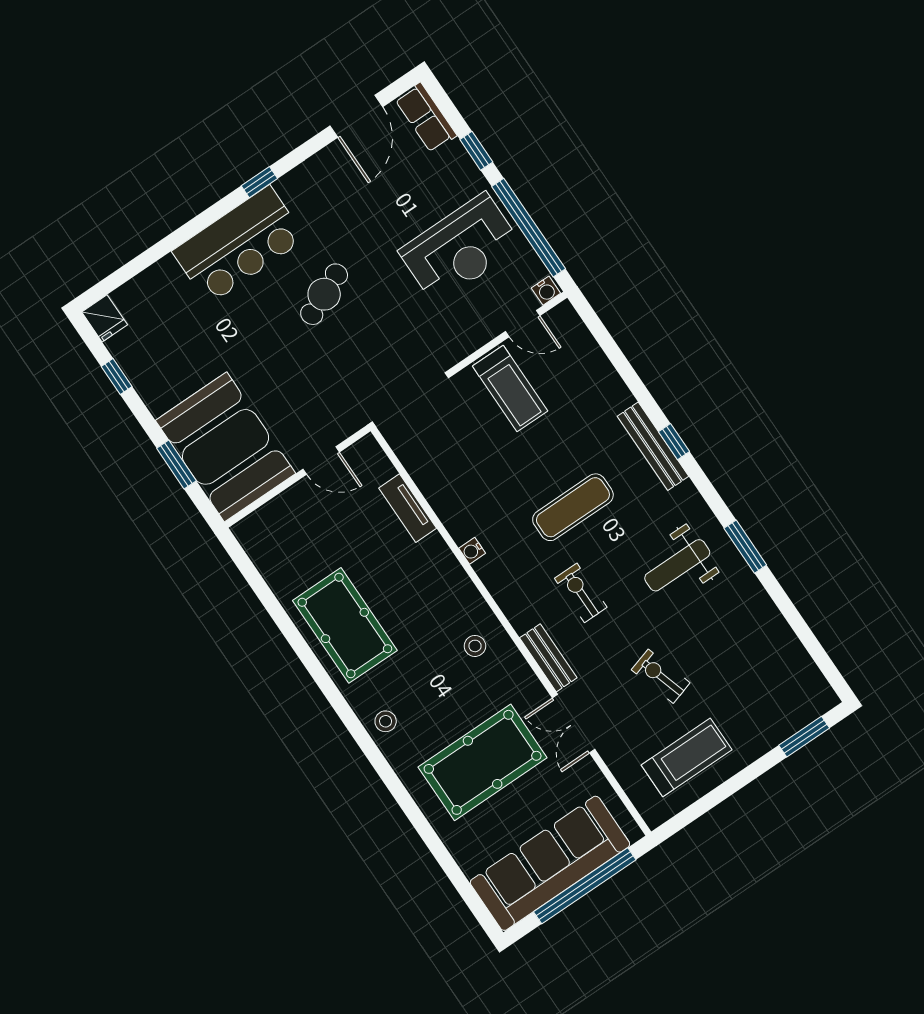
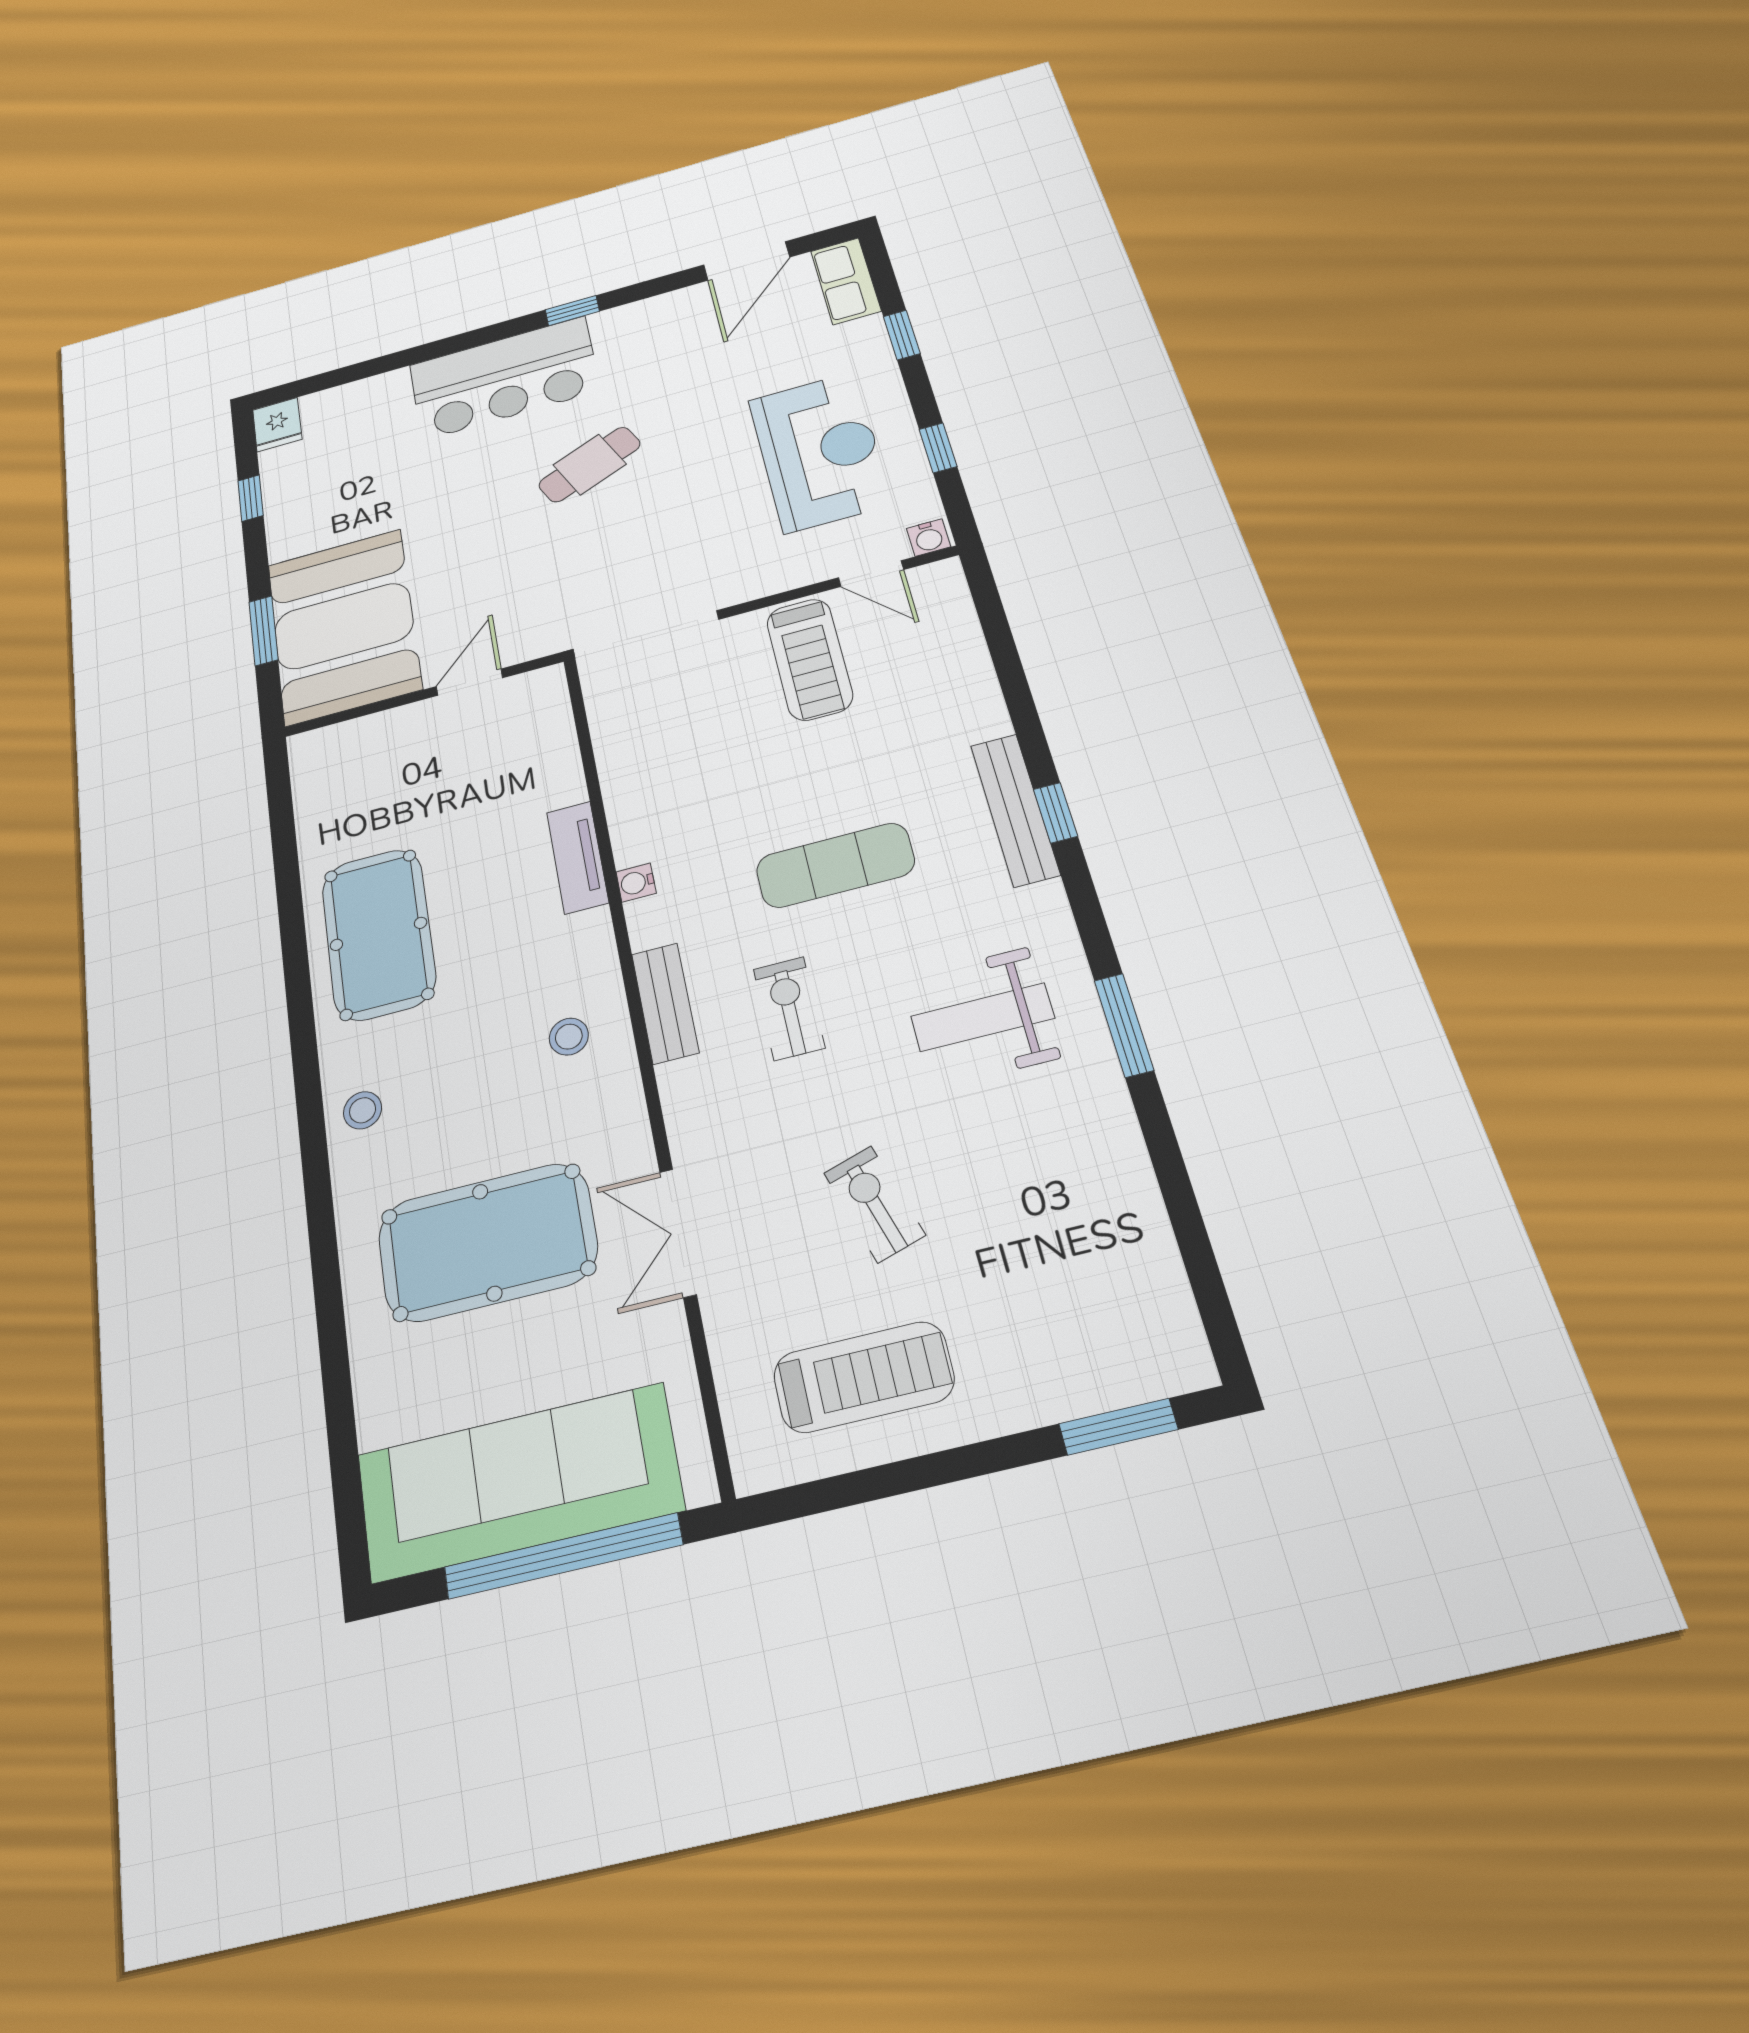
window: (529, 228) -> (938, 448), width x0.32
reception desk: (460, 248) -> (819, 452), turned -90
door: (321, 461) -> (469, 682), swing flipped
tv unit: (408, 508) -> (578, 857), moved
bench: (548, 658) -> (665, 1003), moved

